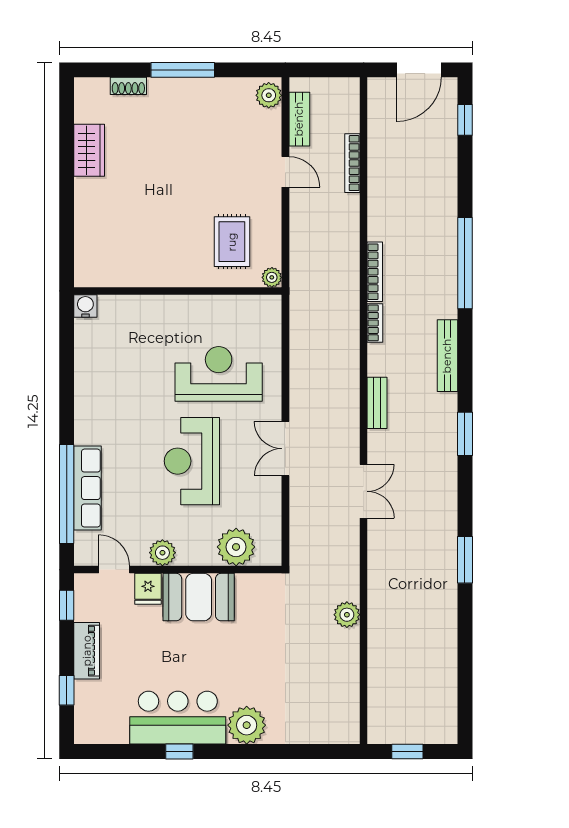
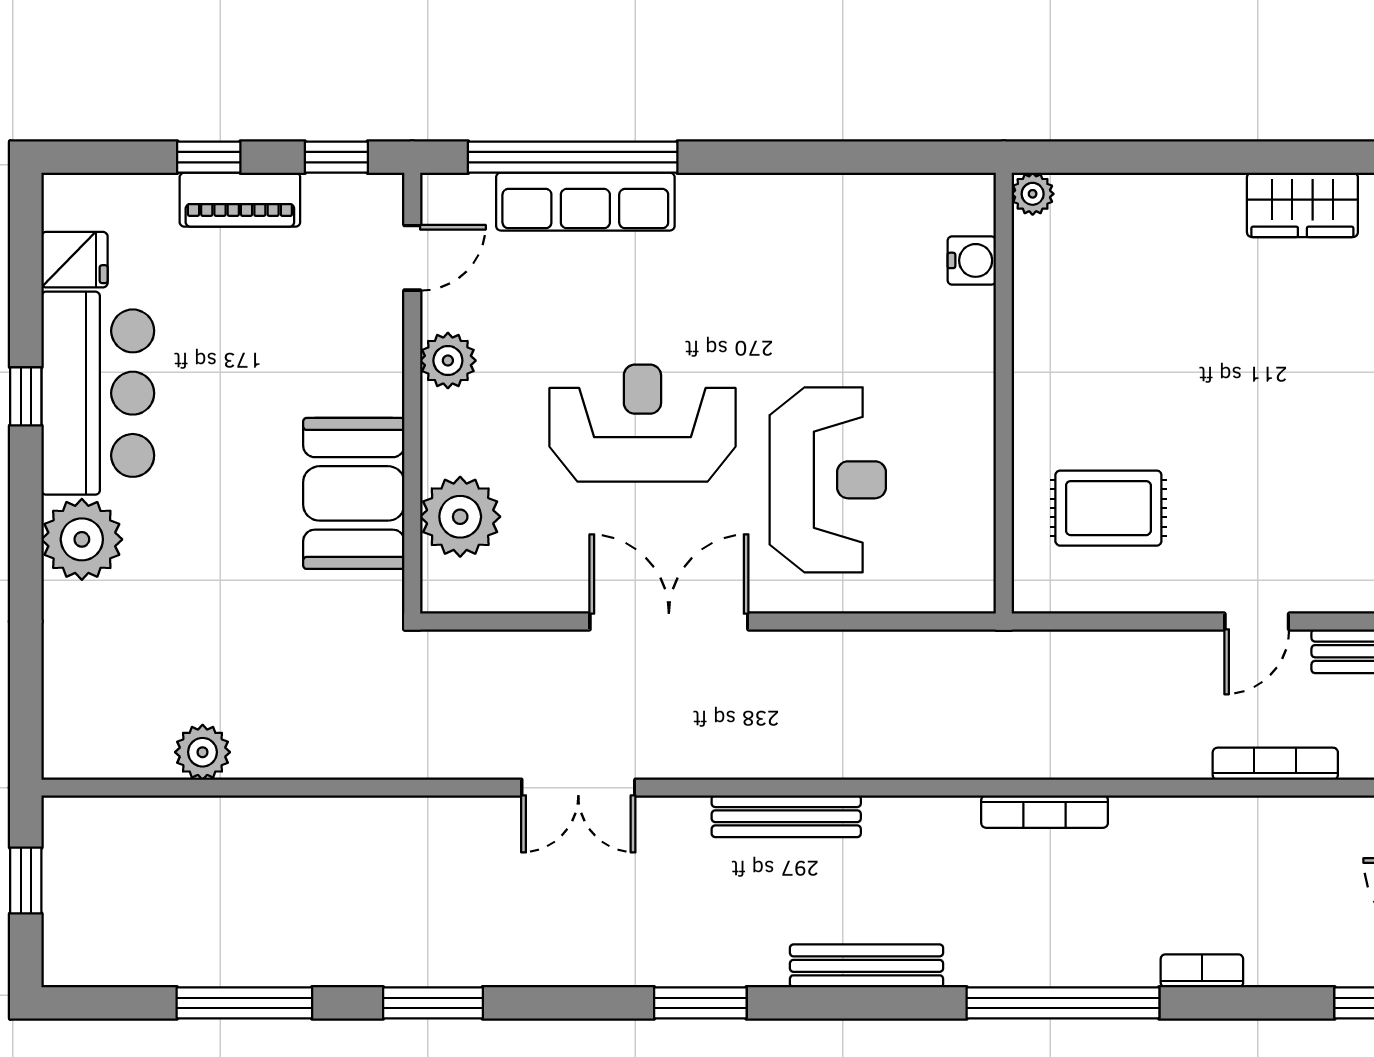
plant: (272, 277) -> (1033, 194), moved
water cooler: (85, 306) -> (972, 260), moved
bookcase: (375, 323) -> (1202, 971), moved, turned 180
bench: (377, 403) -> (786, 816), width x1.36
double door: (285, 449) -> (669, 622), width x1.37
fridge: (148, 589) -> (74, 260), moved, turned 180
booth: (199, 597) -> (354, 493), moved
plant: (347, 615) -> (203, 752), moved
window: (465, 649) -> (244, 1003), added
window: (67, 690) -> (209, 157), moved

